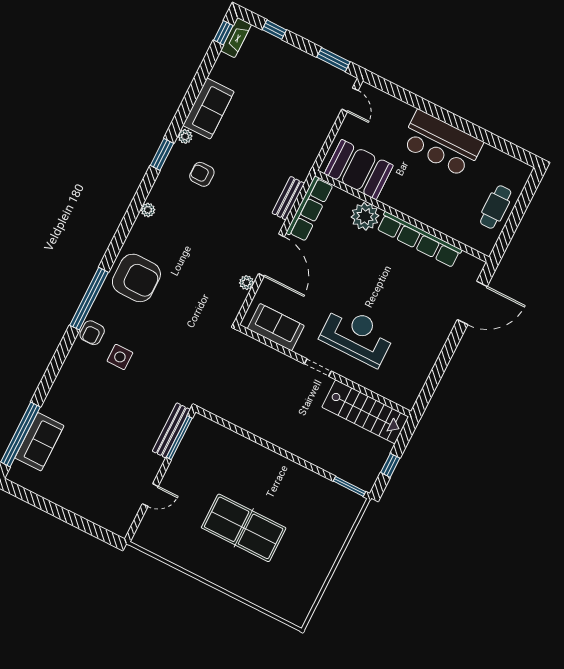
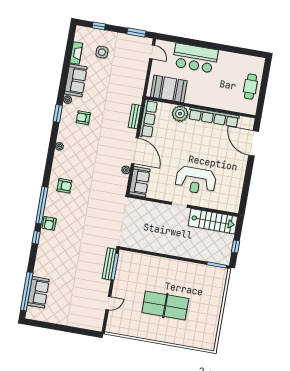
window: (223, 33) -> (36, 237), moved
fireplace: (236, 38) -> (76, 53), moved
bar counter: (442, 144) -> (195, 58), moved
armchair: (136, 278) -> (64, 186), width x0.53, depth x0.53
door: (472, 303) -> (254, 143), swing flipped
sofa: (276, 327) -> (140, 182), moved, turned 90
reception desk: (357, 335) -> (196, 180), turned 180
side table: (120, 357) -> (102, 52), moved

